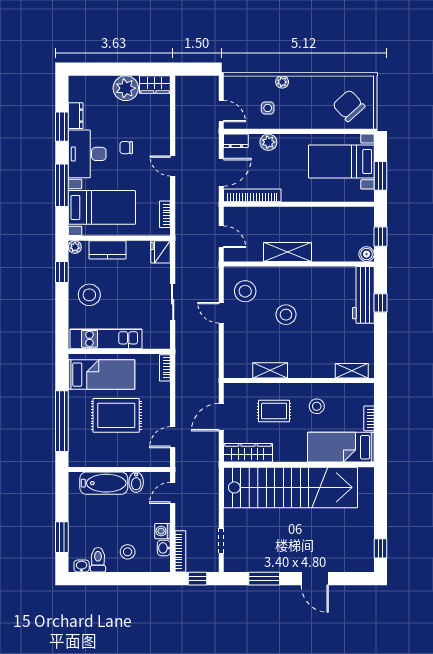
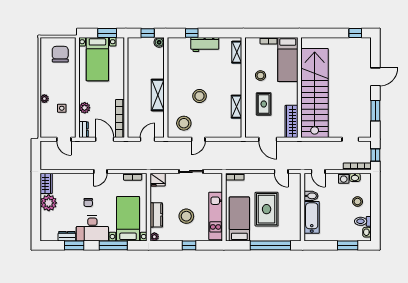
chair: (349, 106) -> (60, 54), turned 132
door: (221, 111) -> (64, 139), swing flipped
window: (62, 272) -> (189, 245), moved
stool: (89, 295) -> (186, 216), moved
workbench: (363, 295) -> (205, 44), moved, width x0.73

